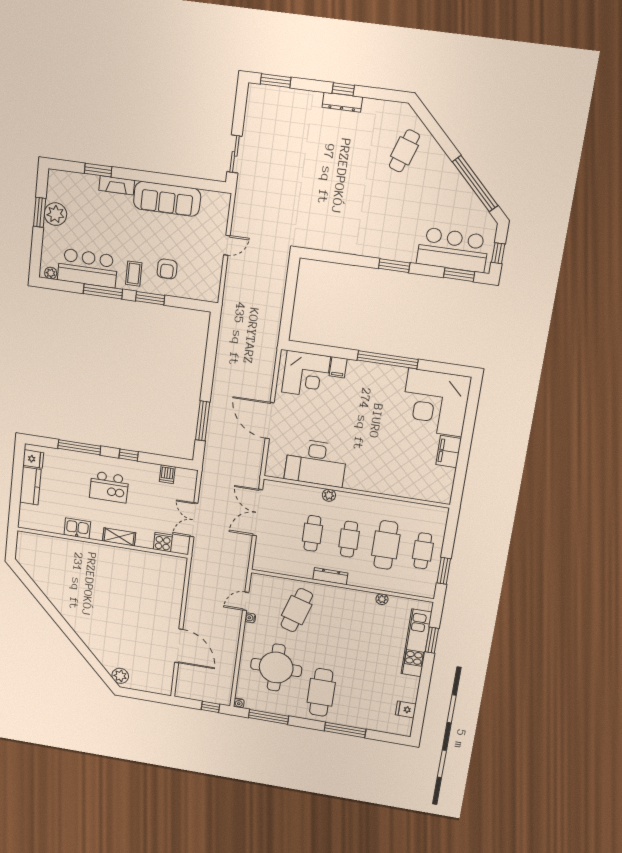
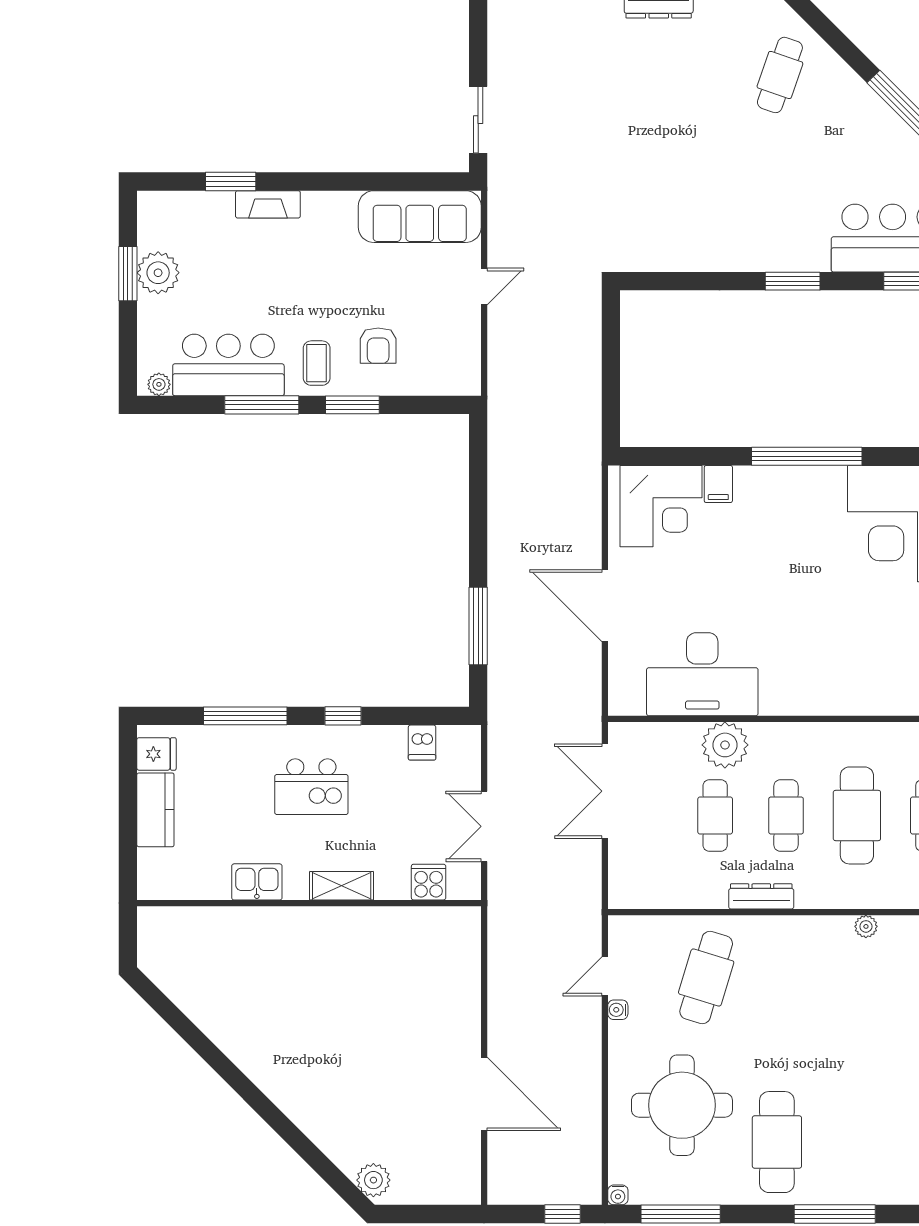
sofa: (167, 199) -> (420, 217), moved
plant: (329, 495) -> (725, 745), width x1.88, depth x1.88

